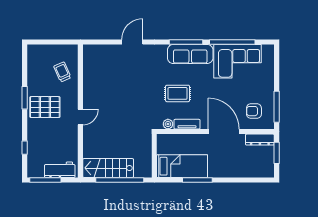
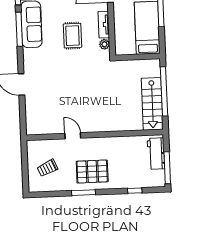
trolley: (62, 72) -> (47, 168), moved
pallet: (45, 107) -> (92, 171), turned 90
door: (80, 117) -> (73, 136), moved

